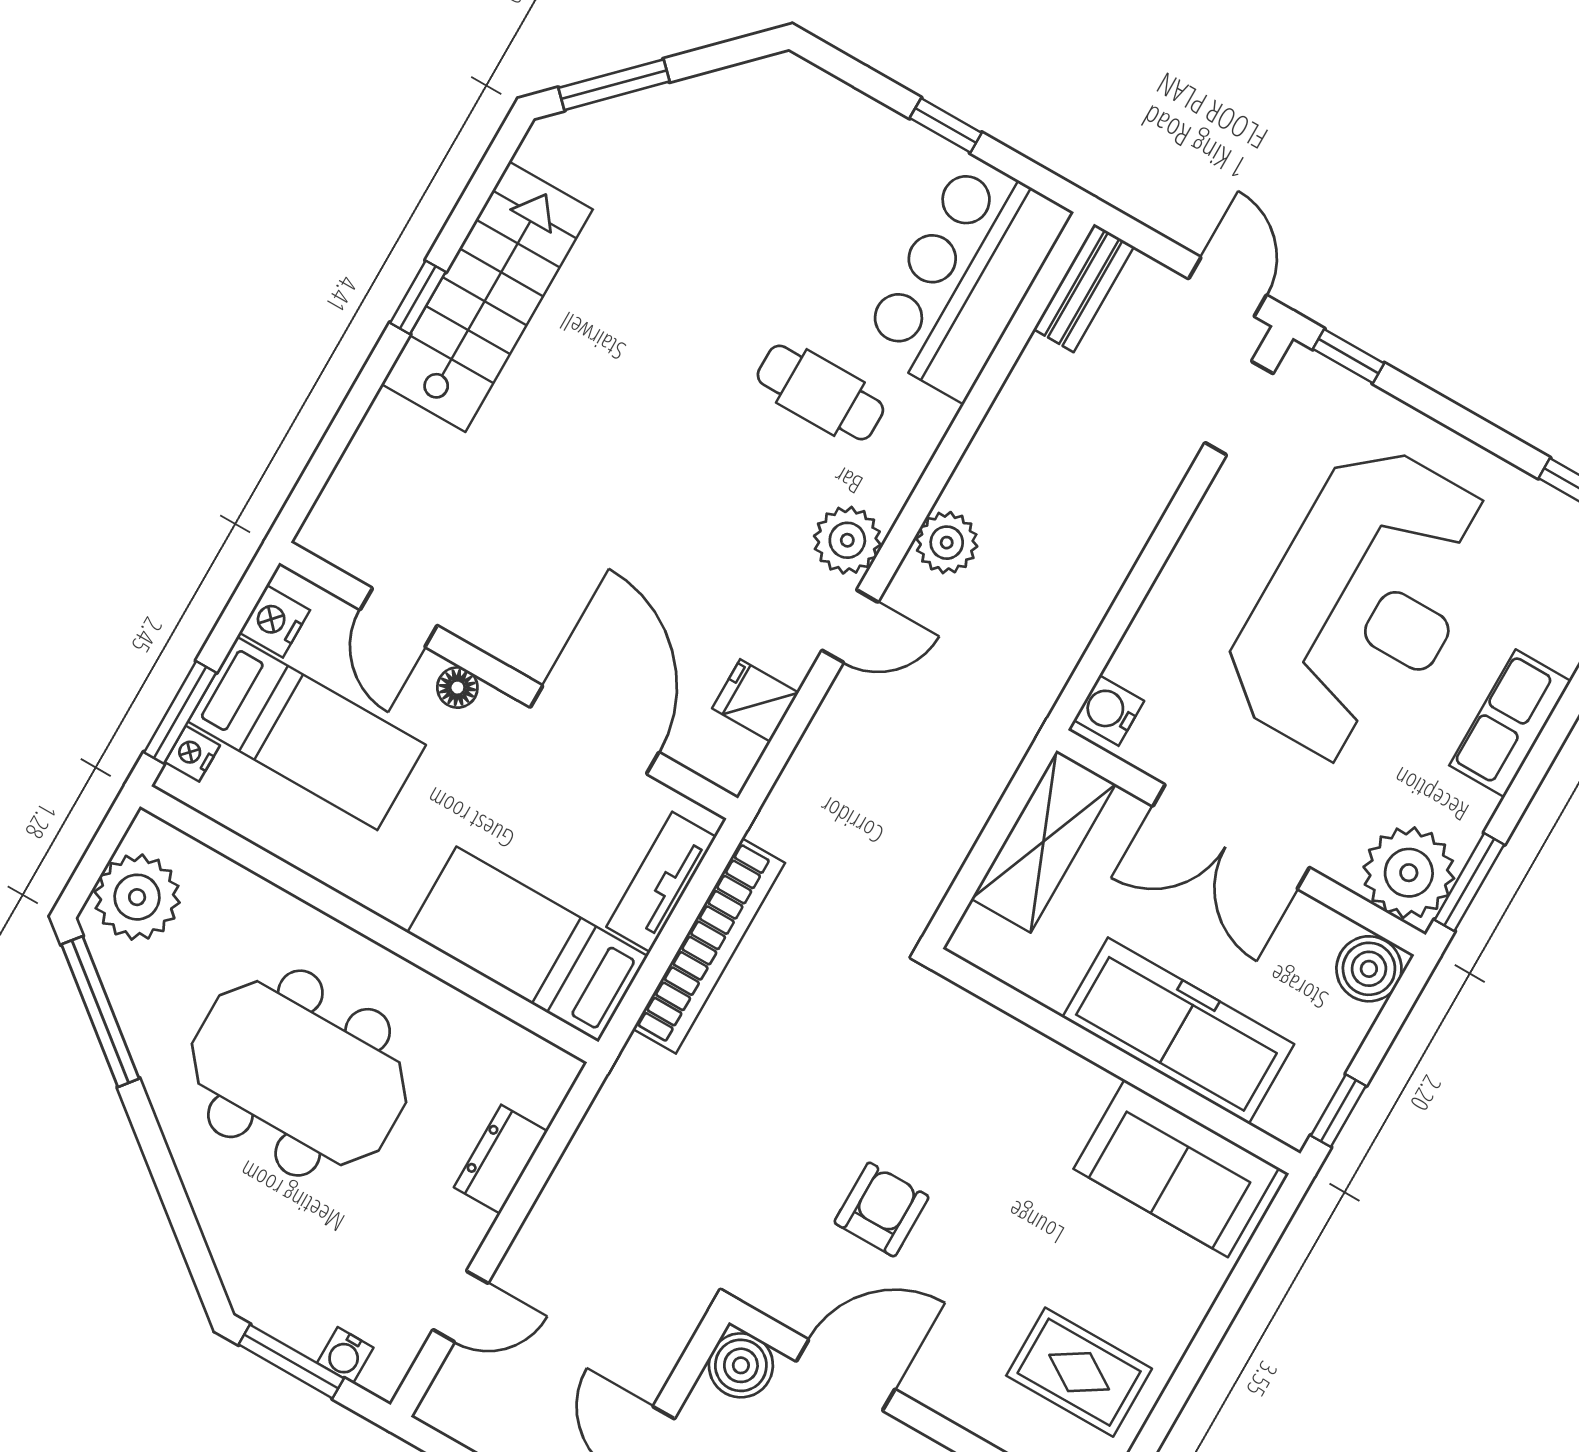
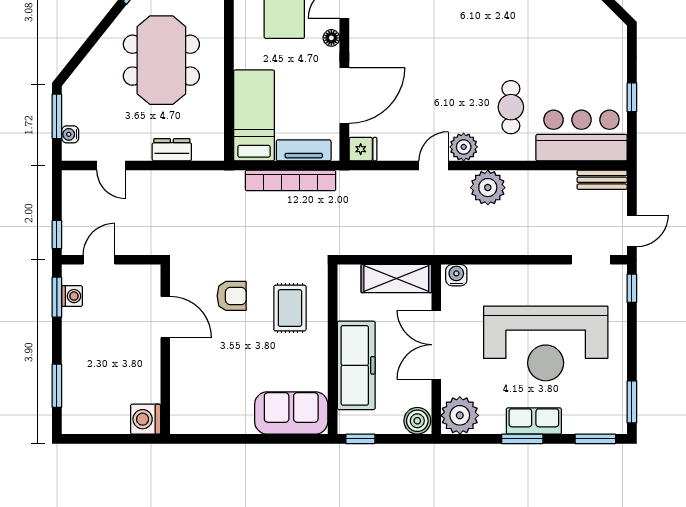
plant: (947, 543) -> (488, 188), width x1.36, depth x1.36
door: (850, 626) -> (434, 166), swing flipped
fridge: (755, 701) -> (363, 149), moved, turned 90
window: (1469, 882) -> (522, 439), moved
sofa: (1176, 1168) -> (291, 413), moved, turned 90
boiler: (741, 1365) -> (147, 278), removed
rug: (1079, 1372) -> (290, 308), moved

